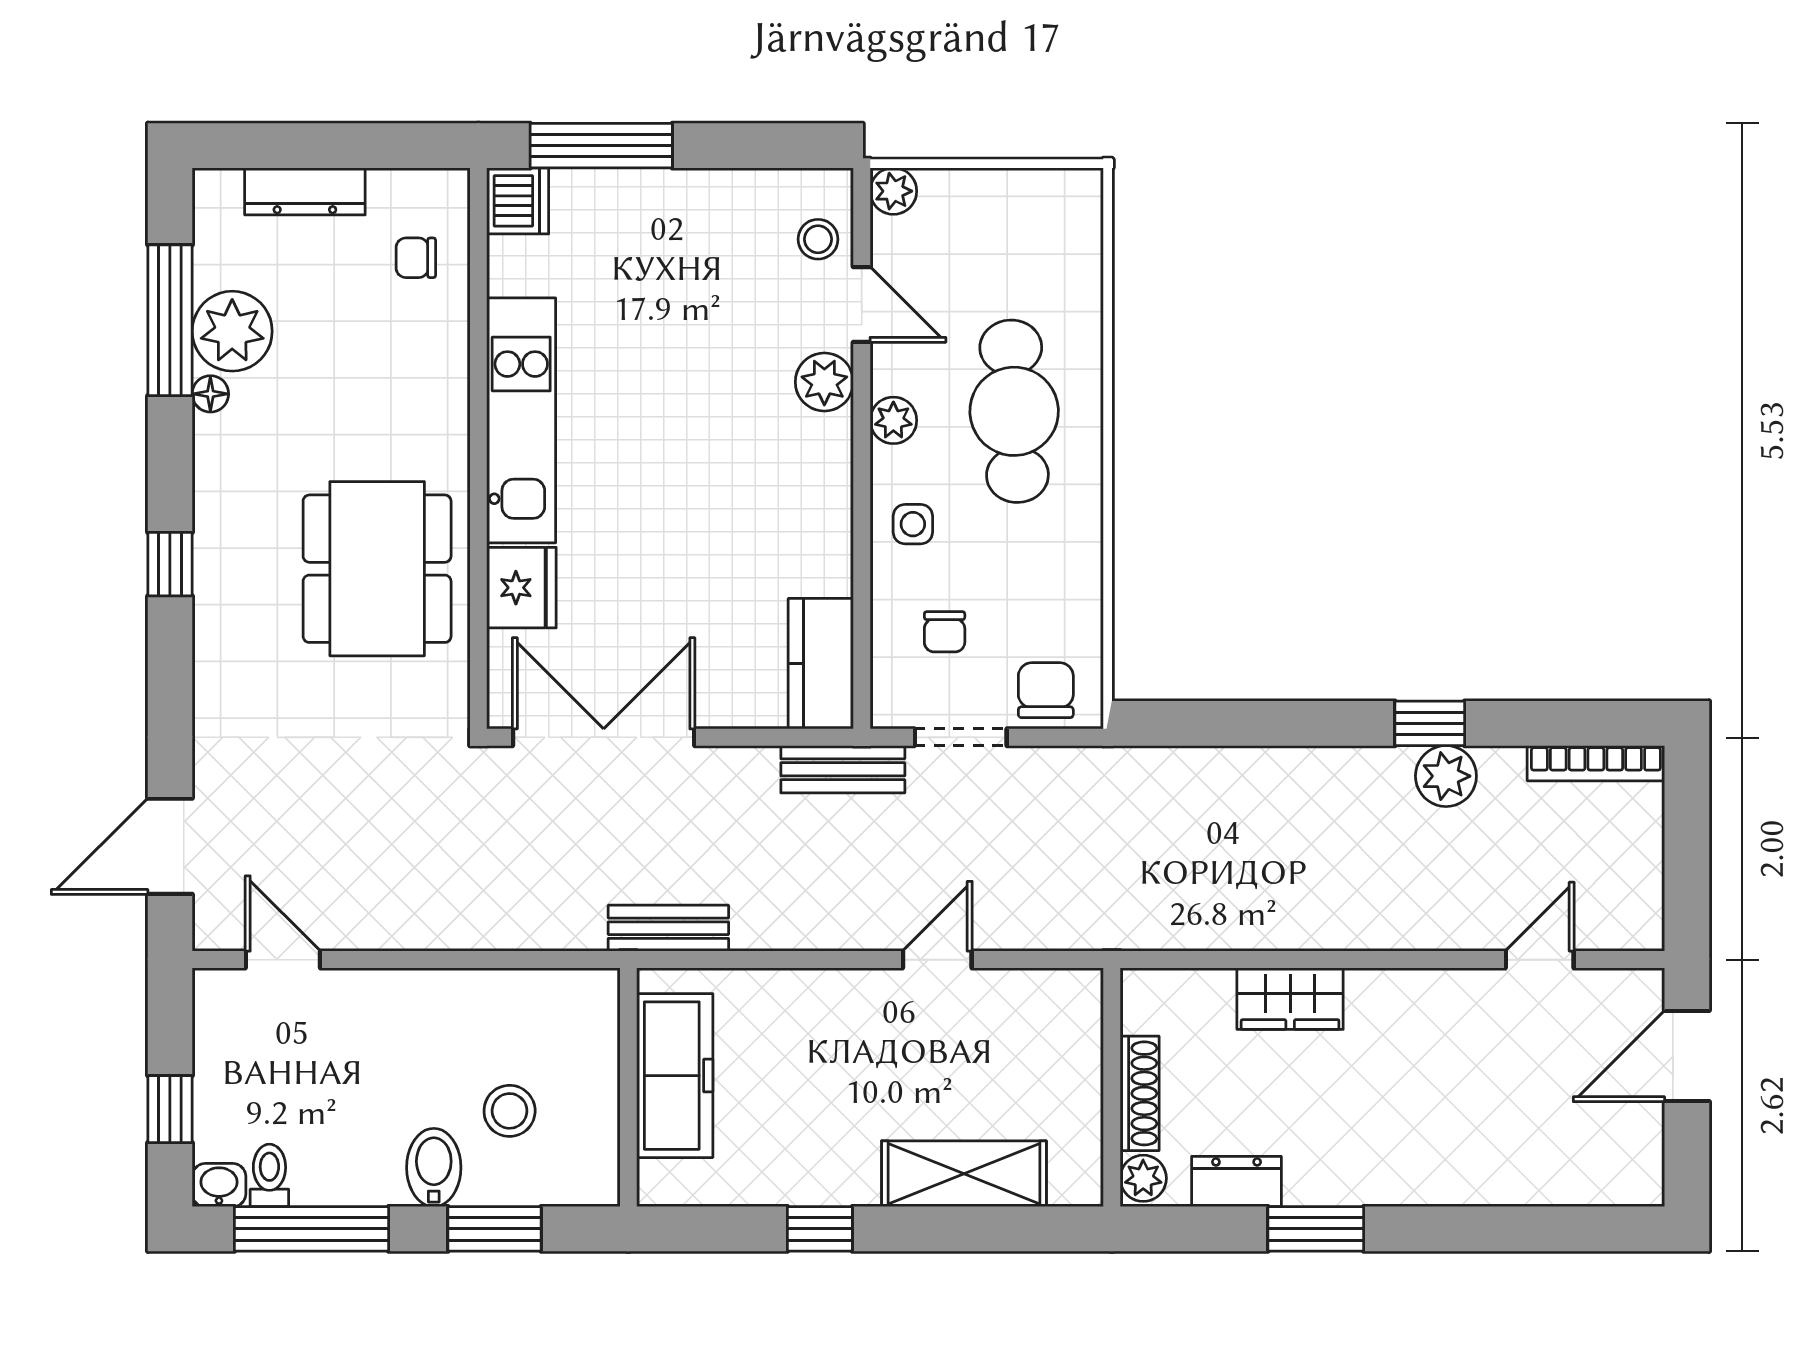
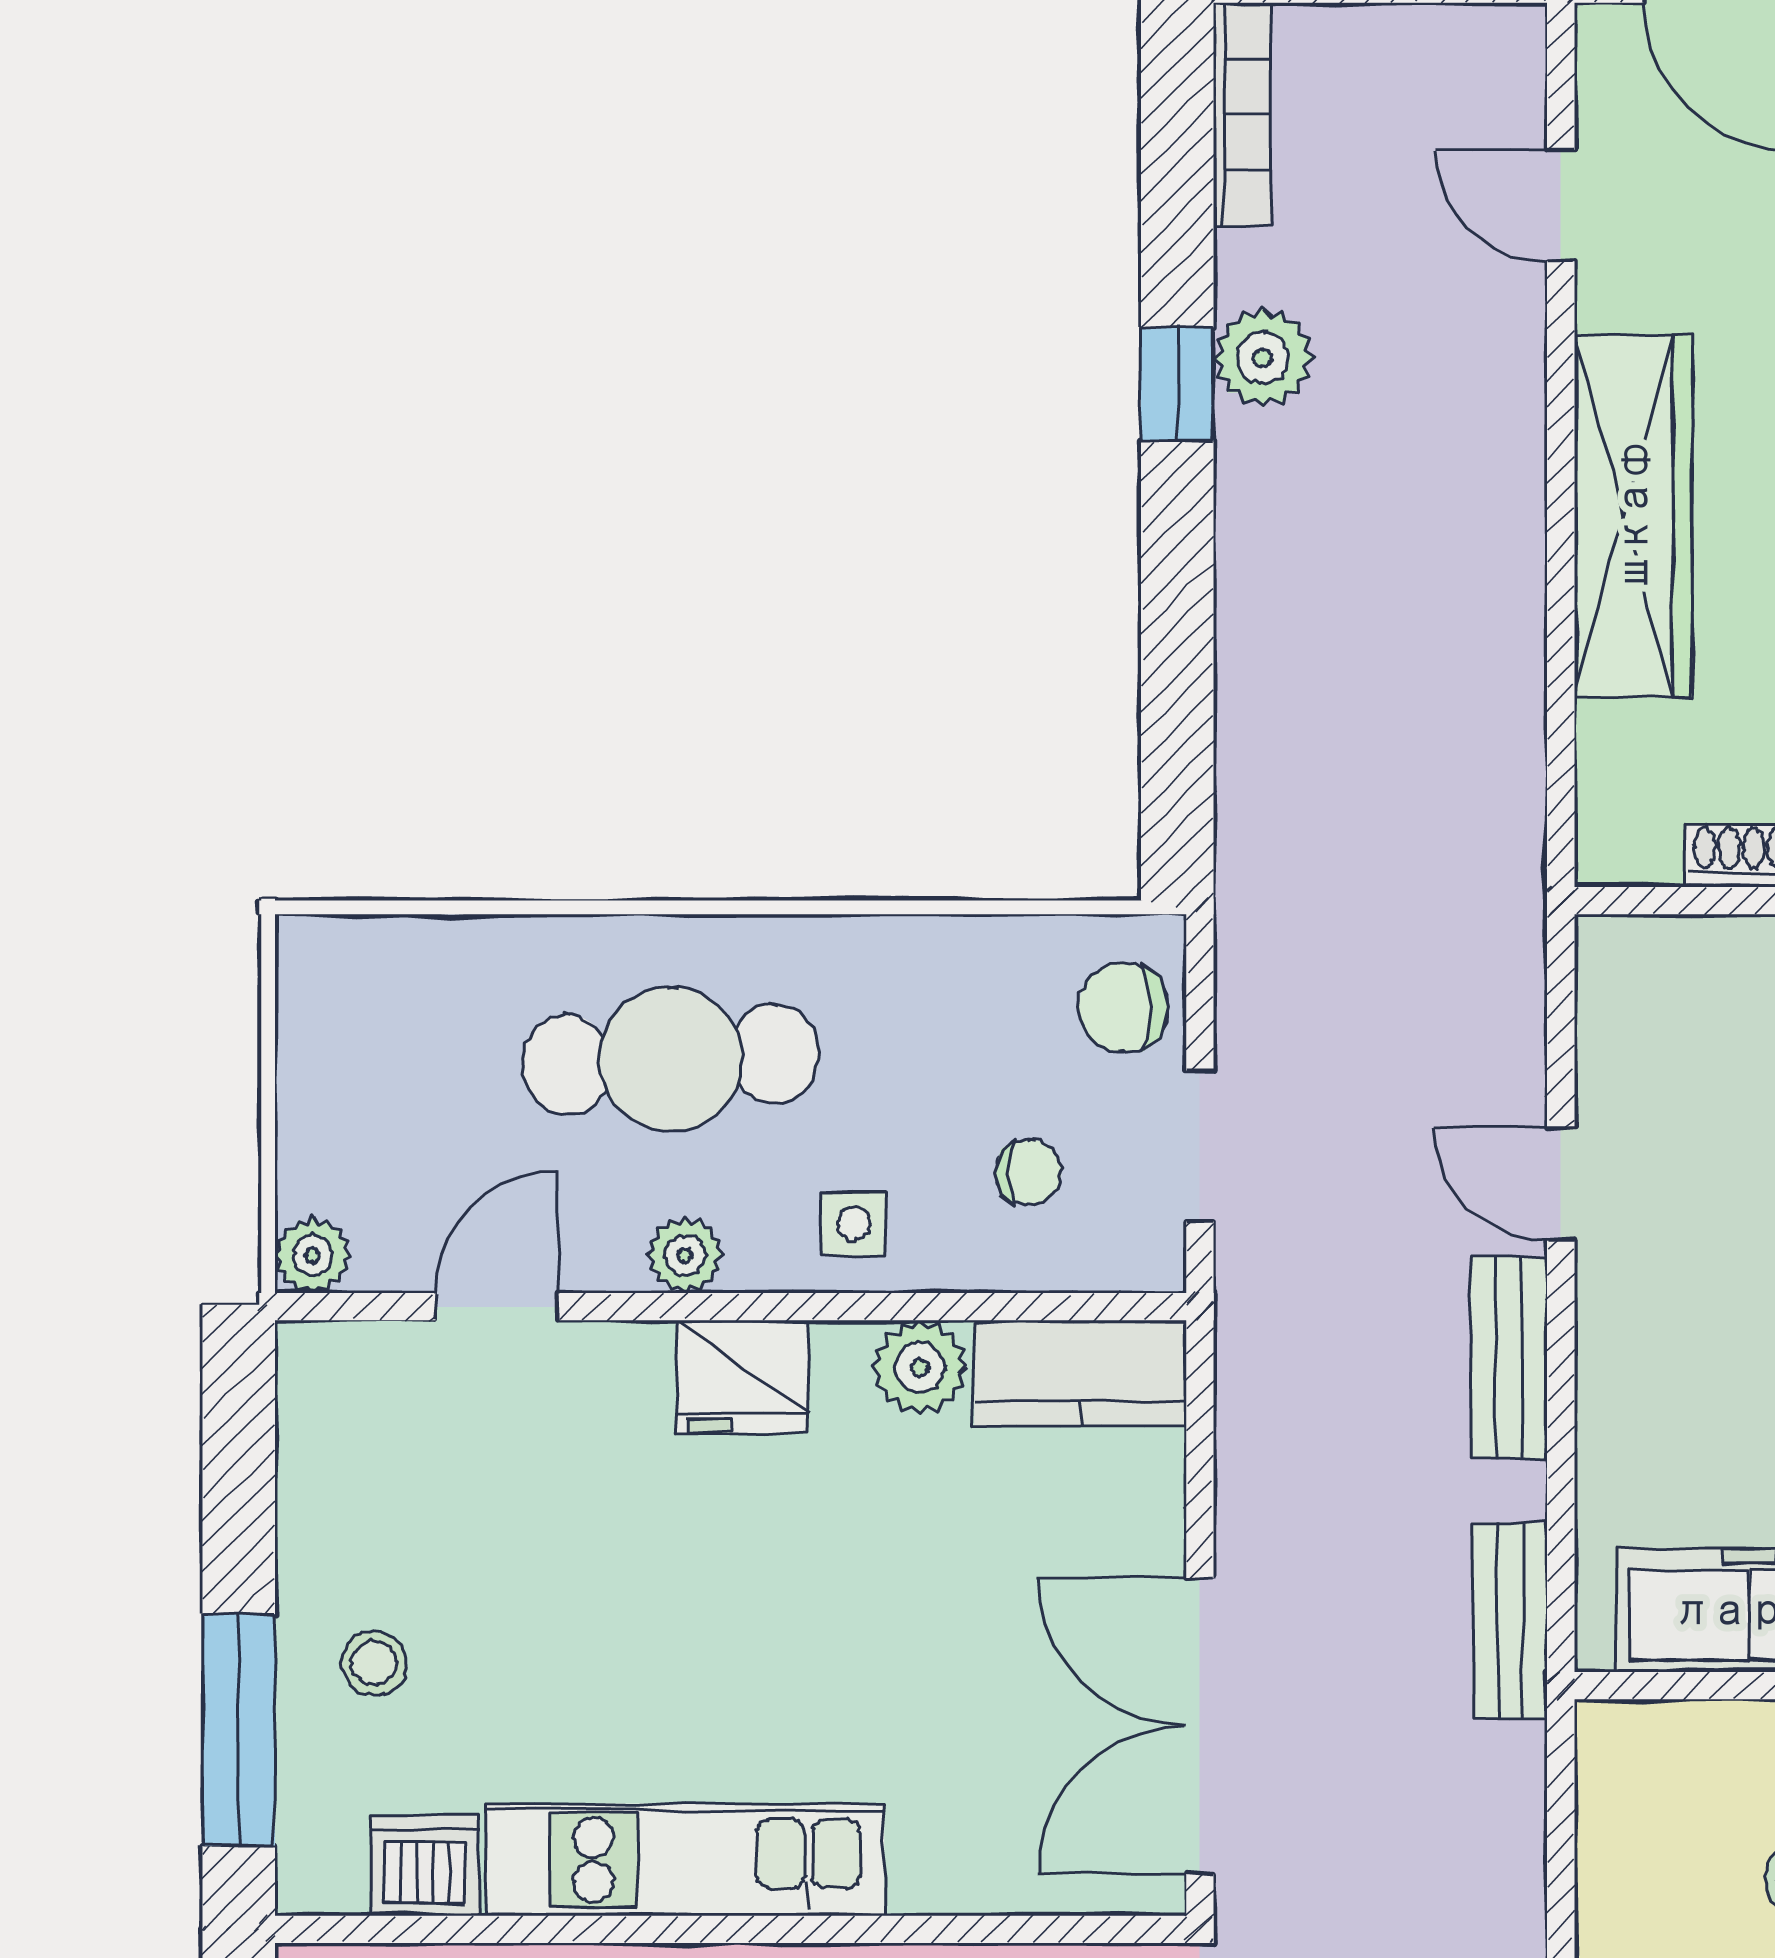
dishwasher: (518, 201) -> (425, 1866), moved
stool: (818, 239) -> (374, 1663), moved
plant: (824, 382) -> (920, 1367), moved
fridge: (521, 588) -> (743, 1377), moved, turned 180
bench: (843, 769) -> (1509, 1358), moved
wardrobe: (1290, 999) -> (1633, 516), width x2.10, depth x1.17

